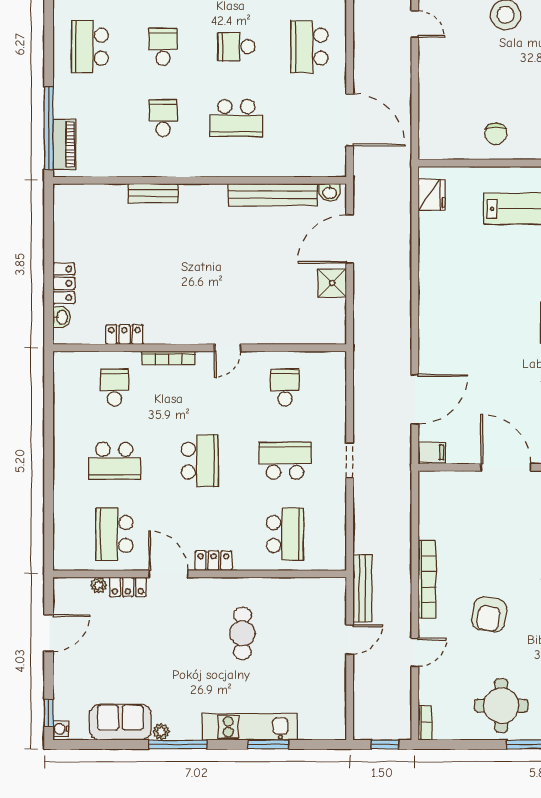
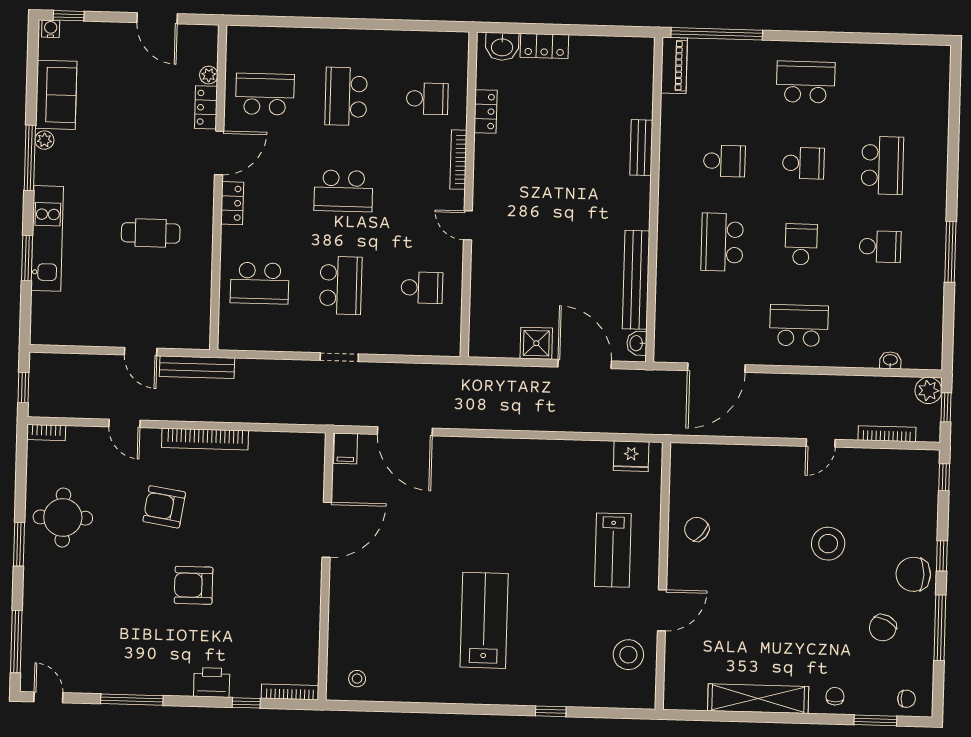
chair: (496, 134) -> (697, 529), turned 39
piano: (64, 144) -> (674, 65), moved, turned -90
washbasin: (62, 317) -> (502, 47), width x1.38, depth x1.45

